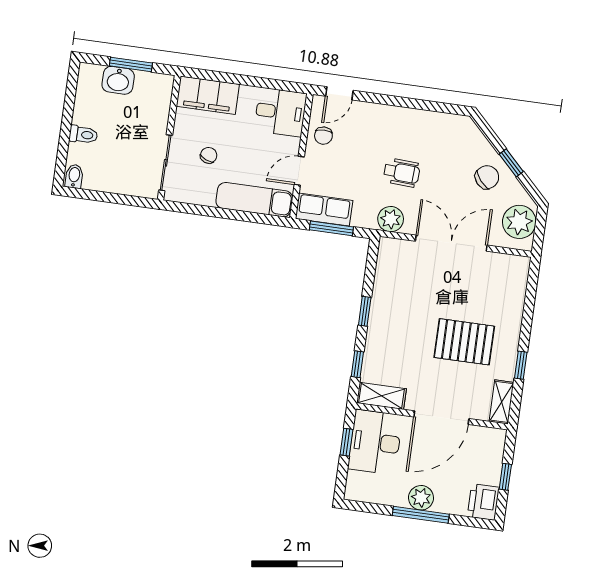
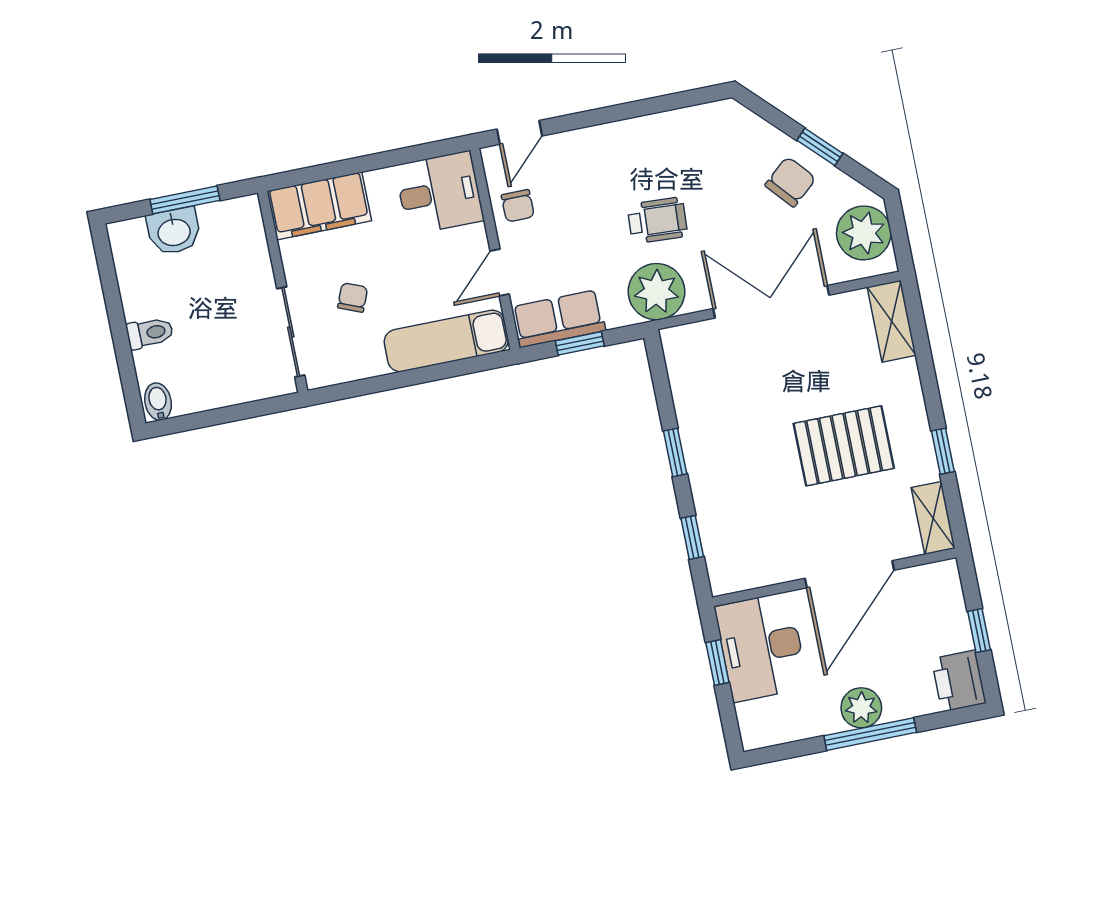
plant: (391, 219) -> (656, 292), width x1.36, depth x1.36
window: (331, 228) -> (580, 343), width x0.67
shelving: (381, 396) -> (892, 321), moved, turned 90

